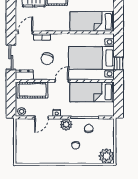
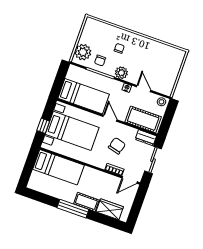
window: (118, 64) -> (43, 126), moved
door: (62, 81) -> (110, 118), swing flipped
door: (42, 117) -> (144, 89), hinge flipped
plant: (106, 156) -> (83, 52), moved

